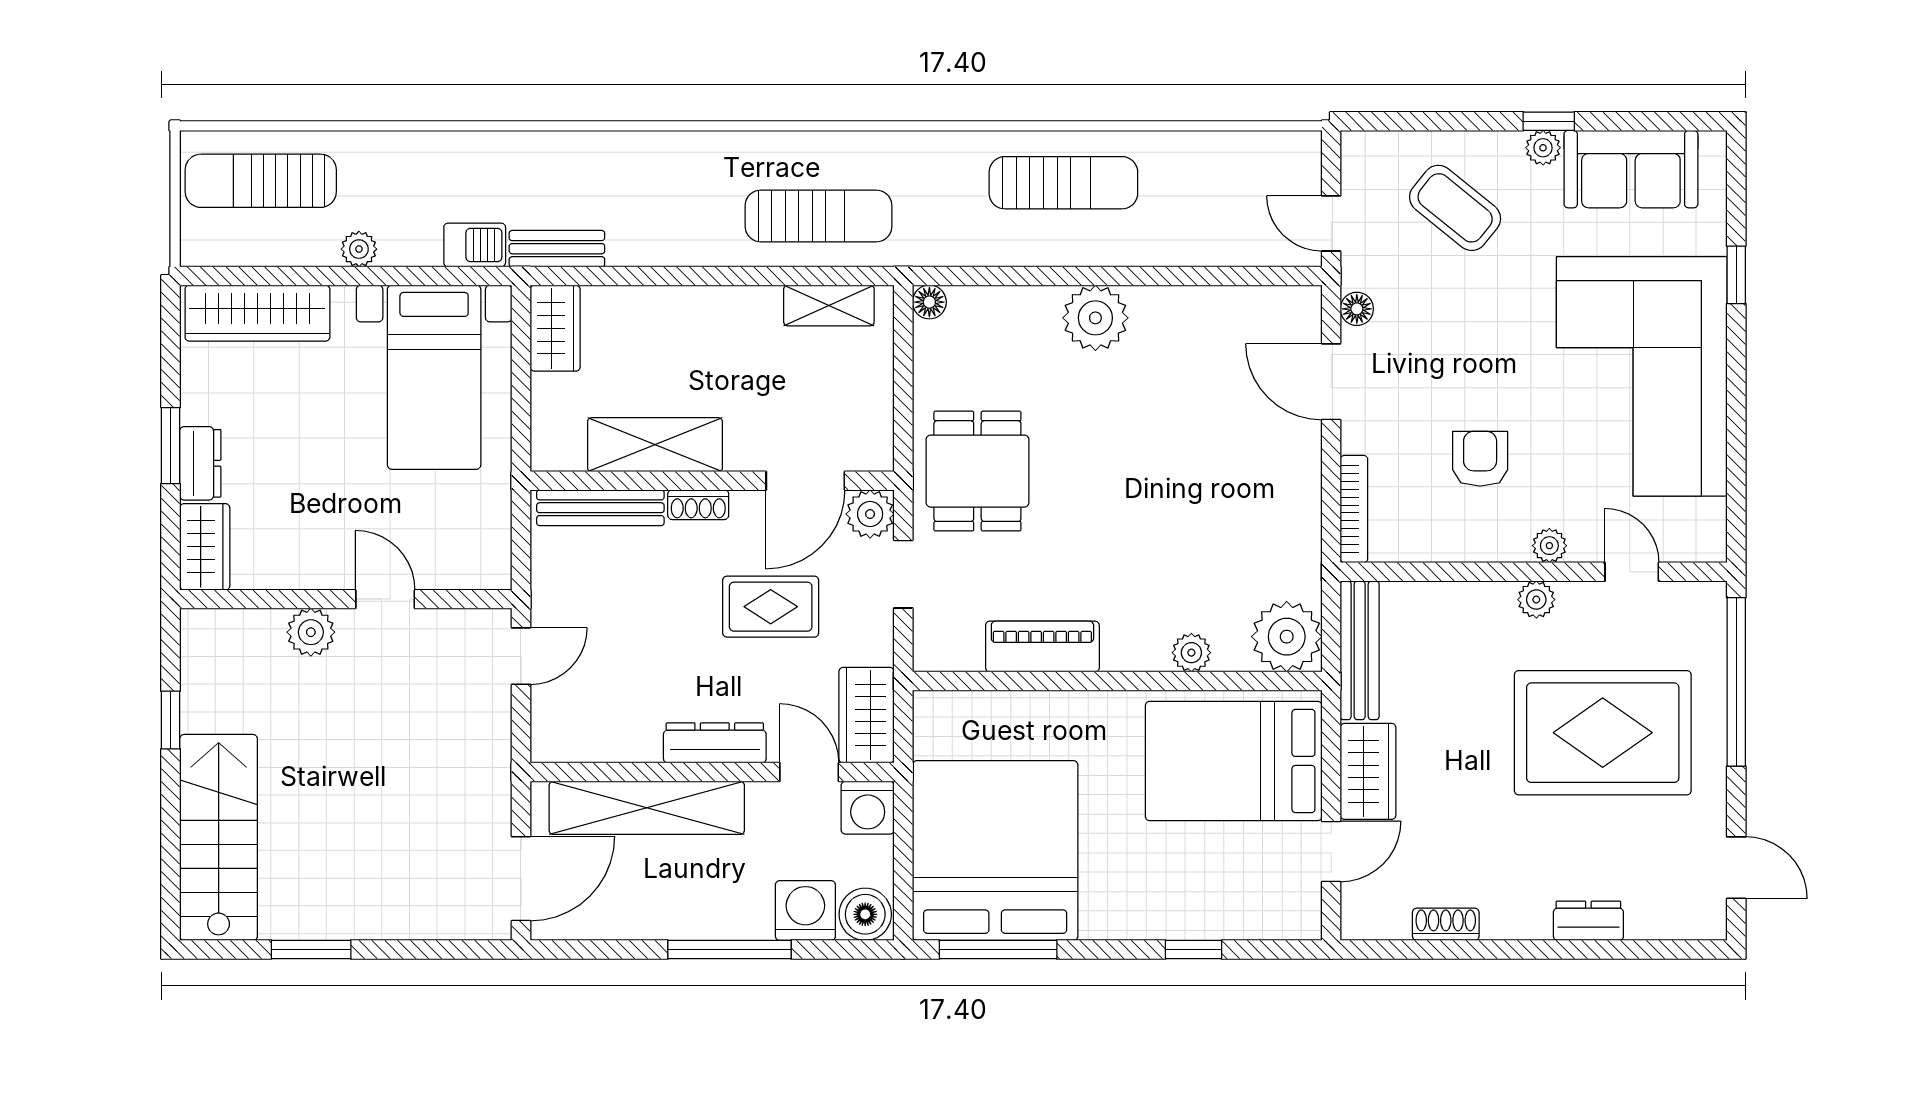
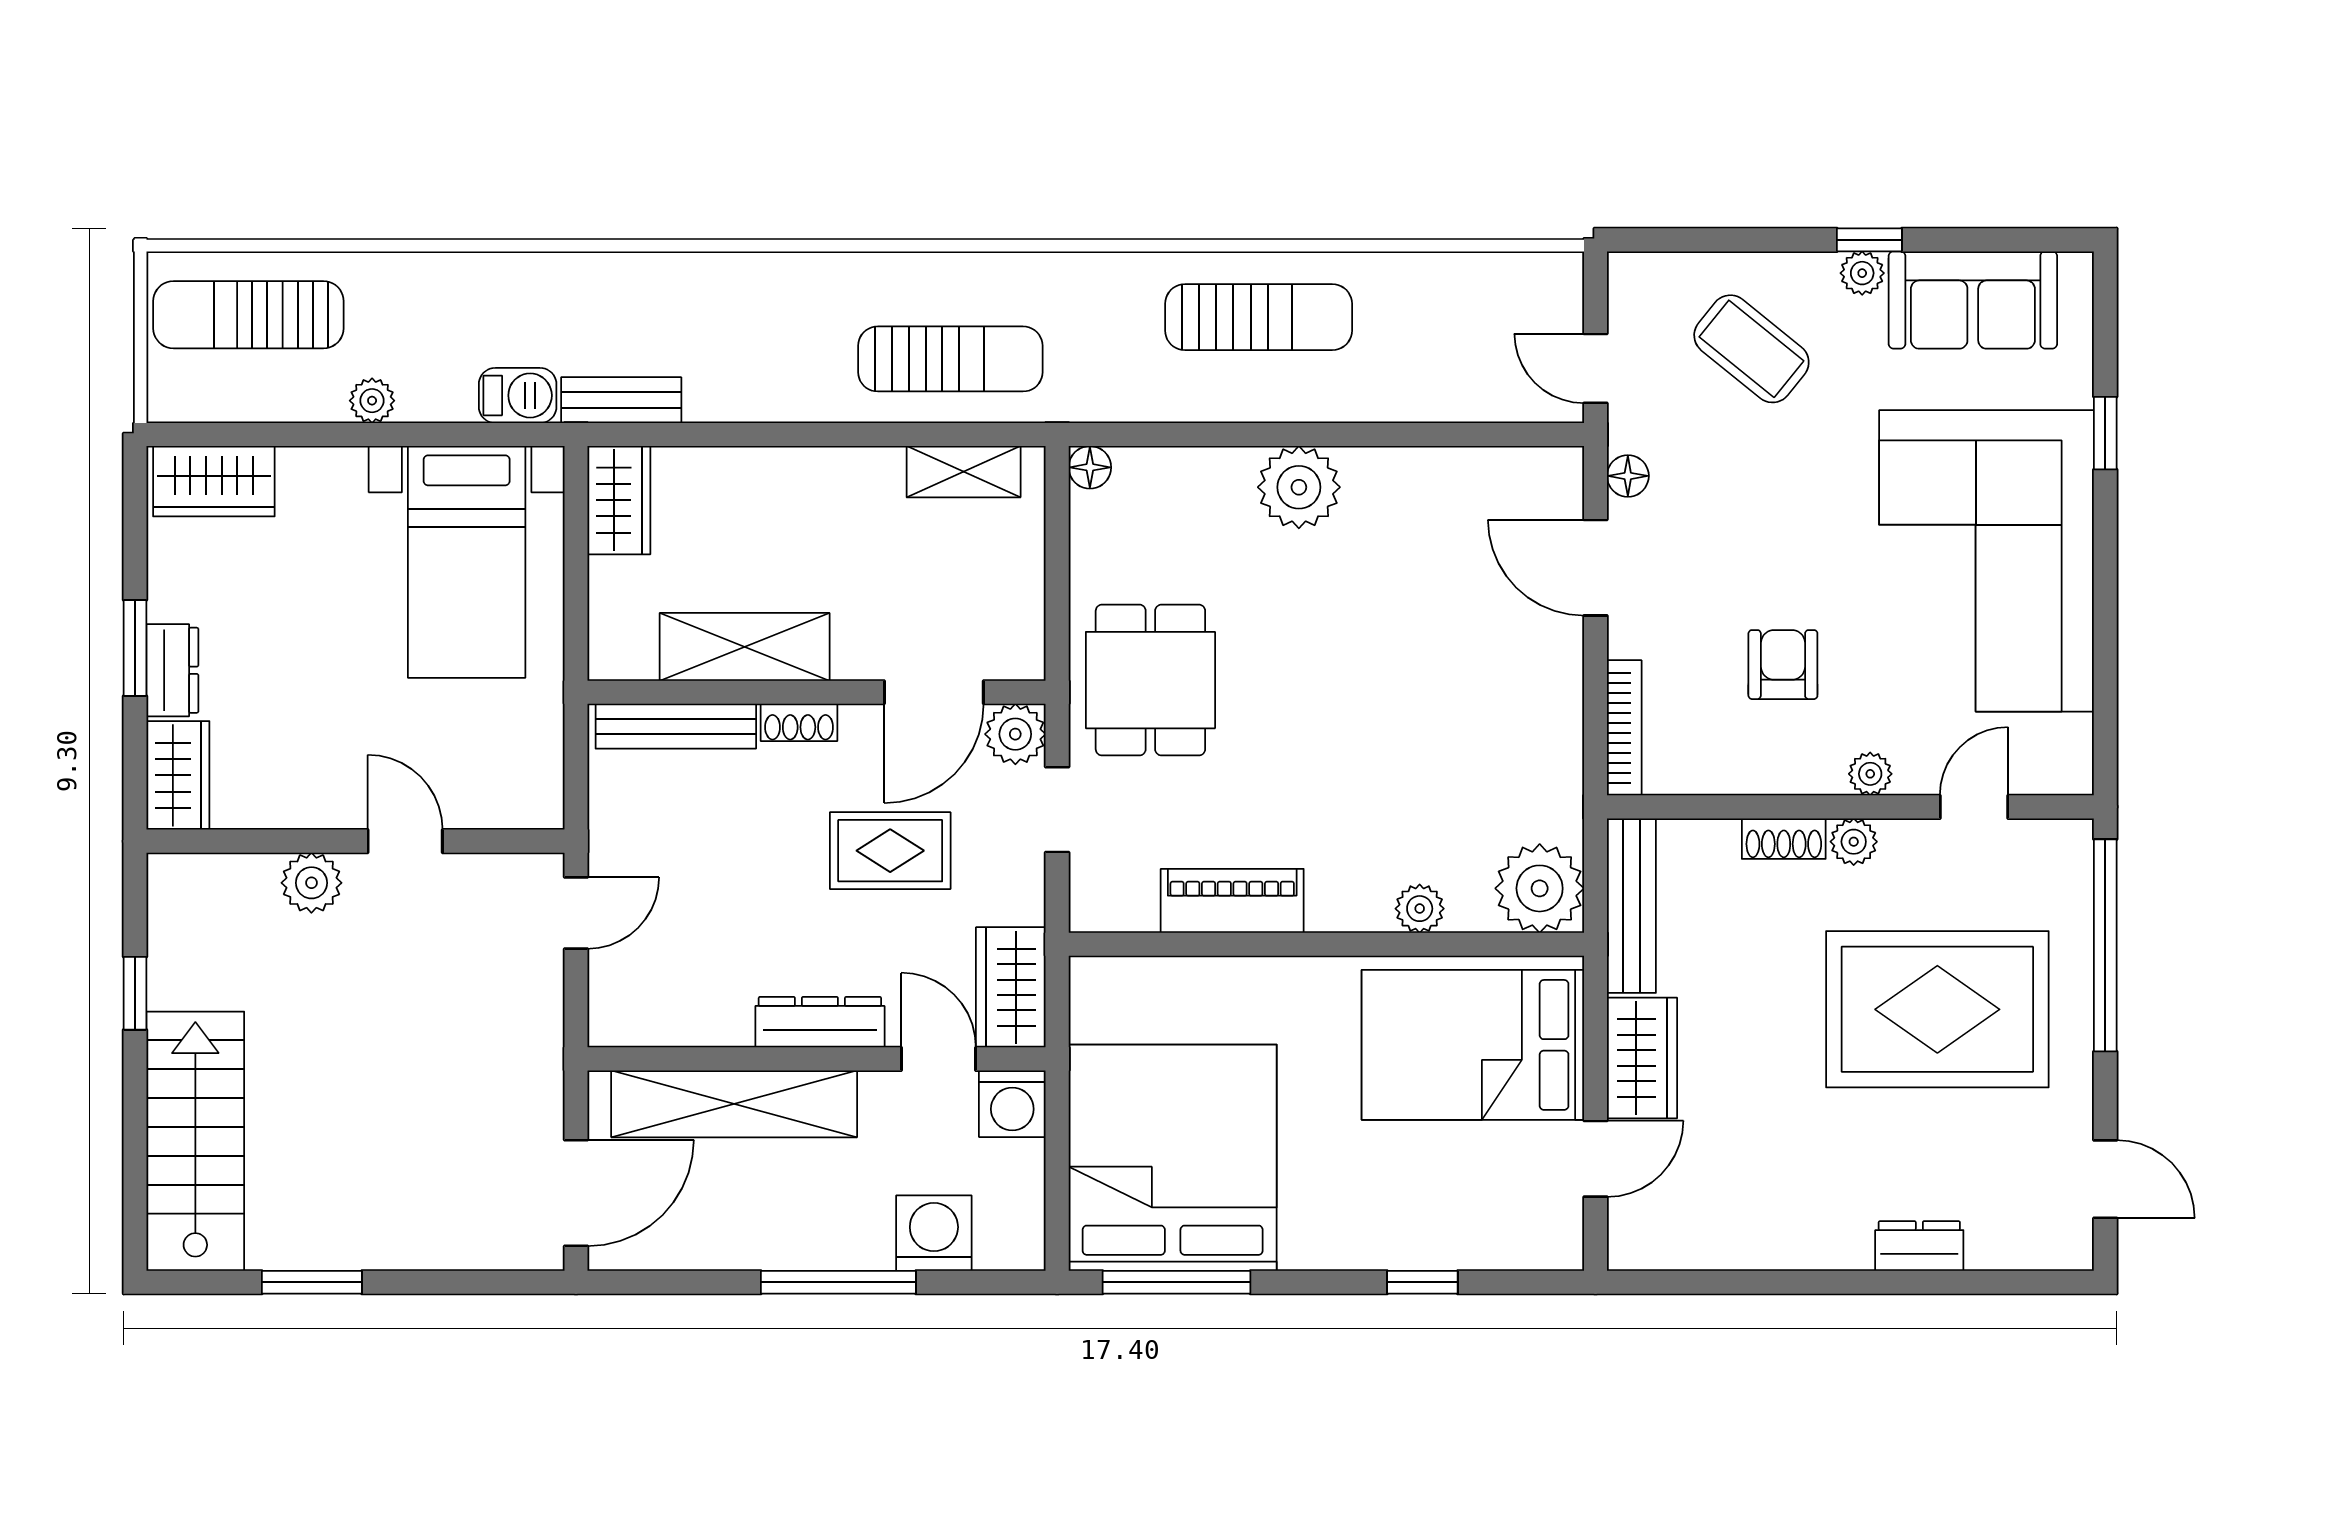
wardrobe: (257, 313) -> (214, 481), width x0.67
door: (1632, 572) -> (1974, 807), hinge flipped
boiler: (865, 914) -> (1009, 1238), removed
shoe rack: (1446, 924) -> (1784, 839), moved, turned 180

